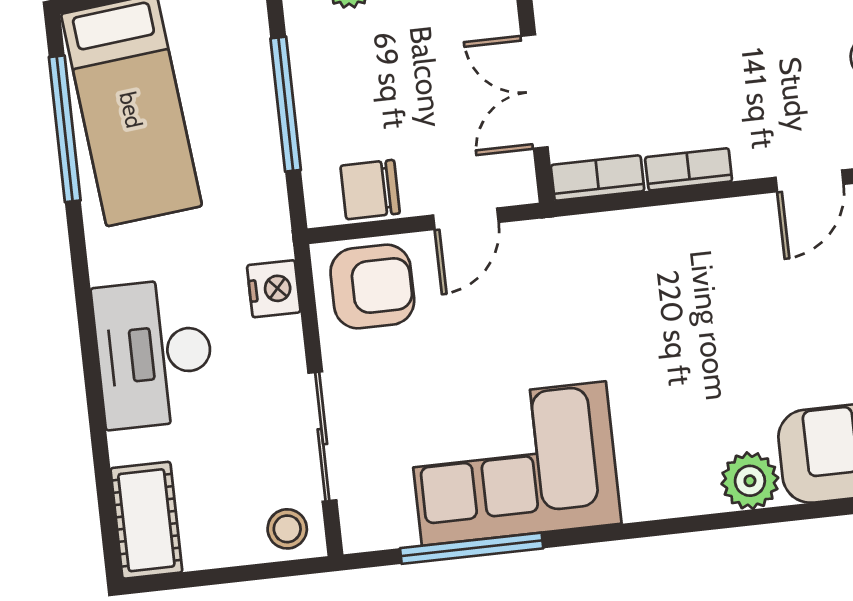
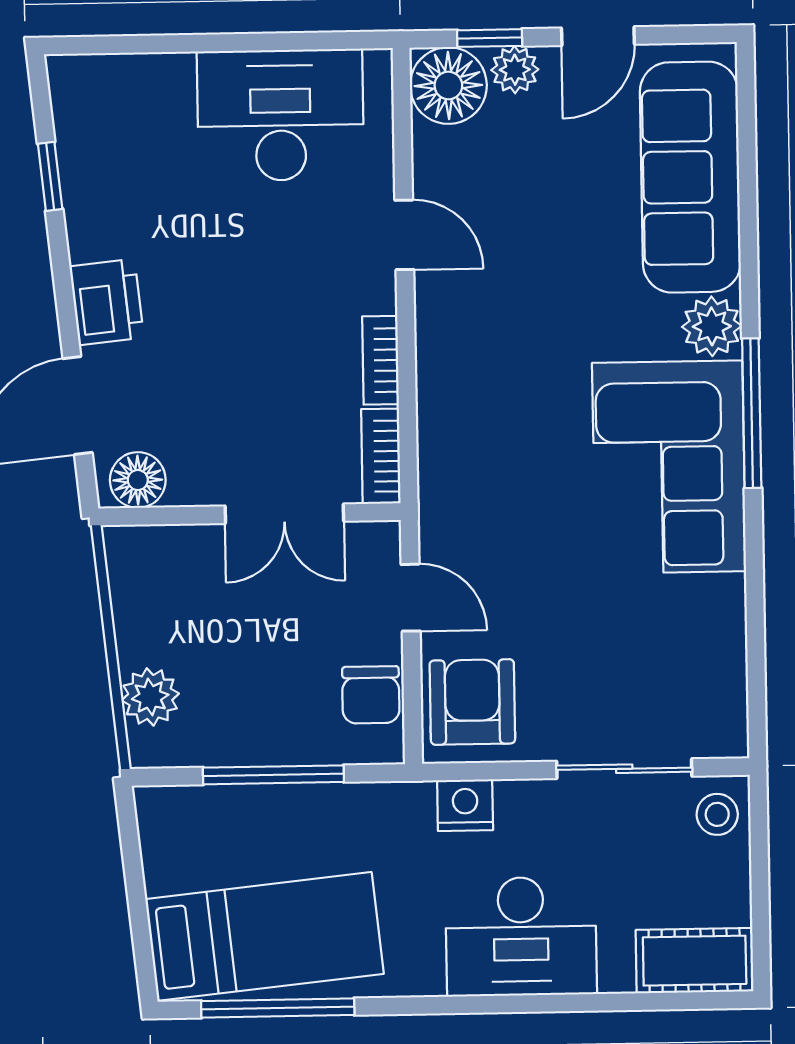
corner sofa: (514, 463) -> (669, 467), moved
window: (472, 548) -> (752, 413), moved

